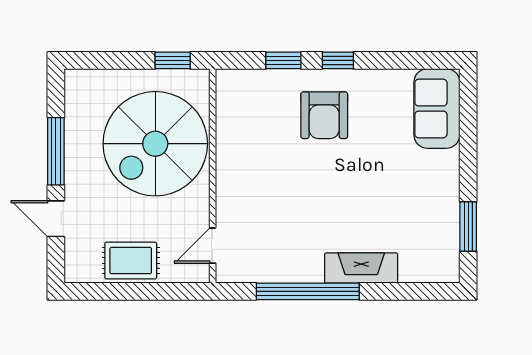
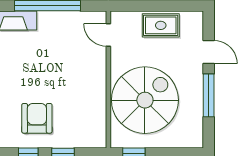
door: (213, 246) -> (108, 35), swing flipped

